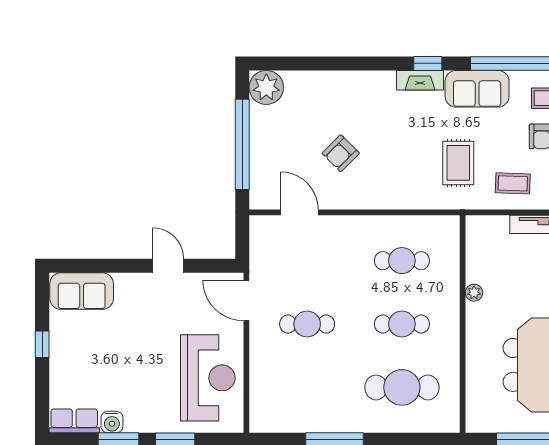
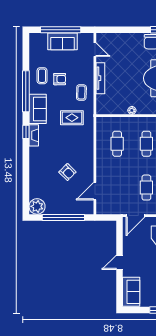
door: (168, 266) -> (120, 262), moved

